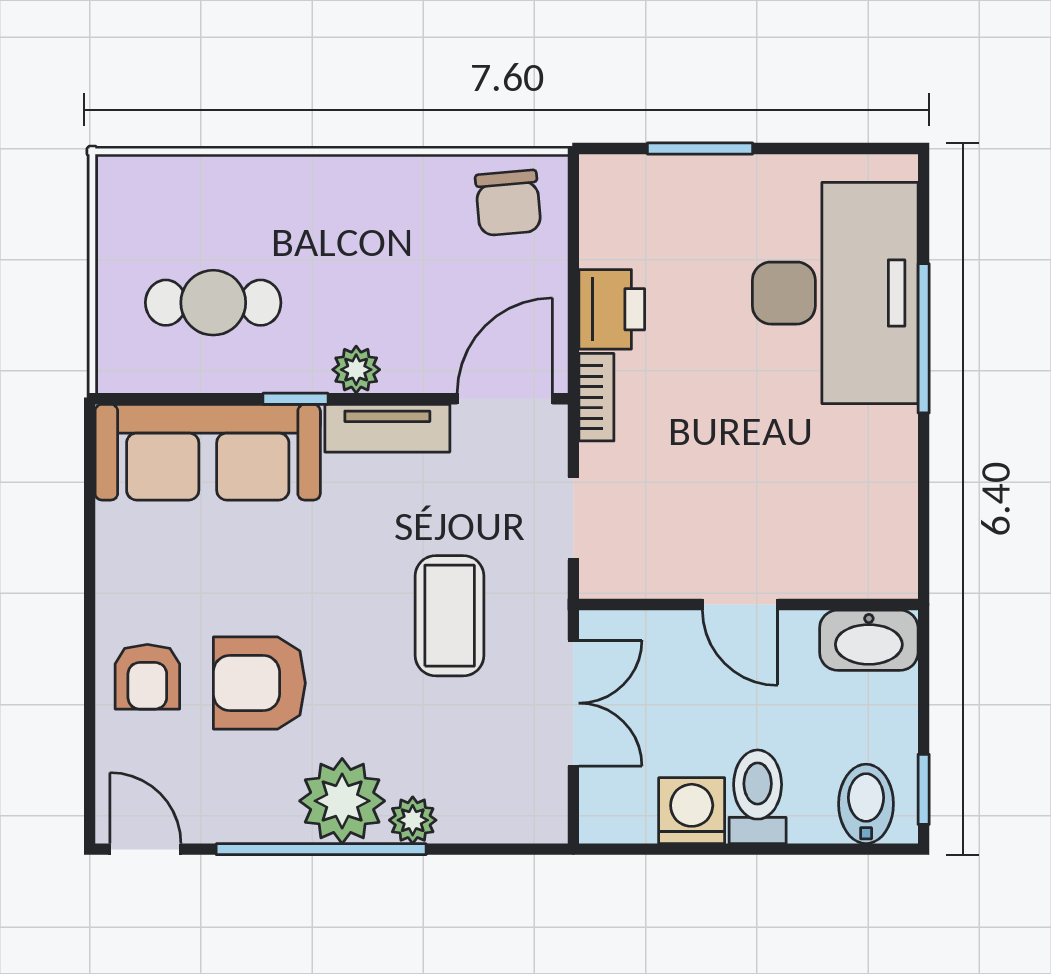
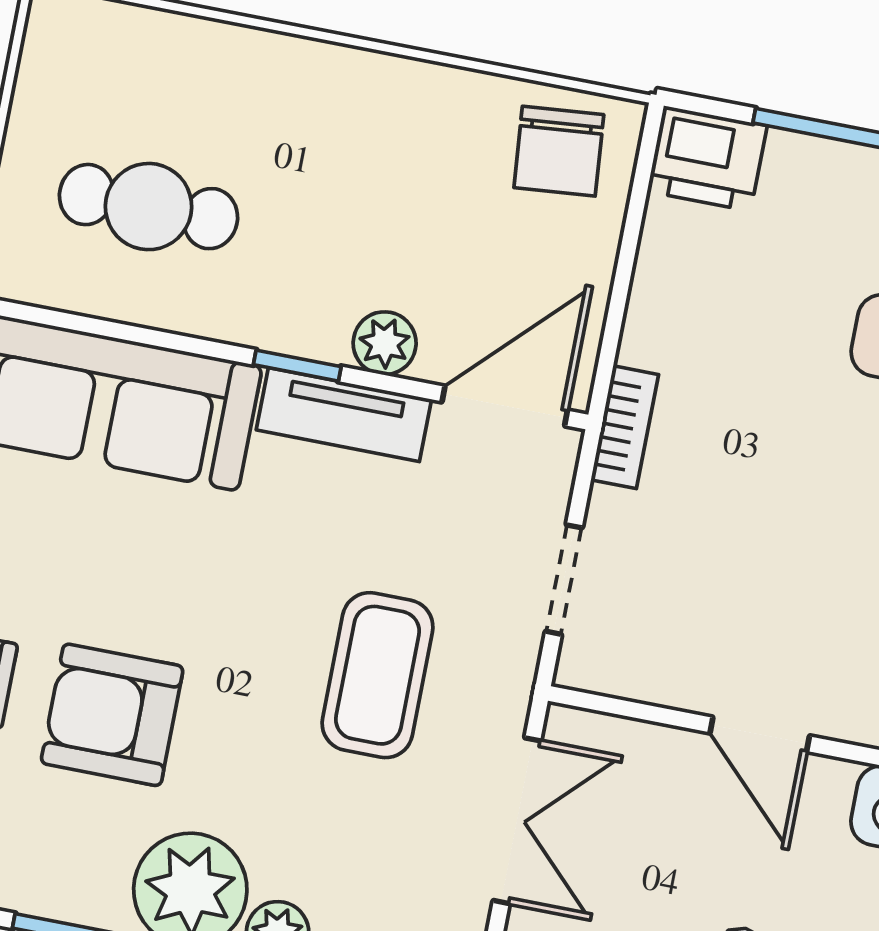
printer: (612, 309) -> (707, 158), moved, turned 90
plant: (356, 370) -> (385, 343), moved
window: (295, 399) -> (297, 366), moved

